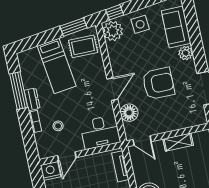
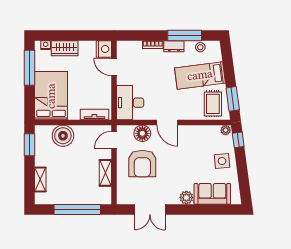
plant: (113, 31) -> (226, 130), width x0.53, depth x0.53
armchair: (158, 83) -> (142, 164), moved
stool: (58, 126) -> (200, 47), moved

